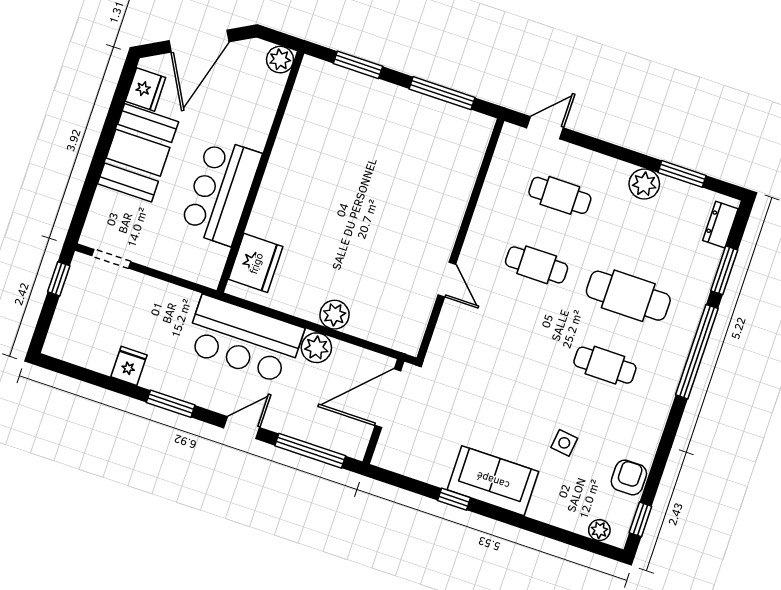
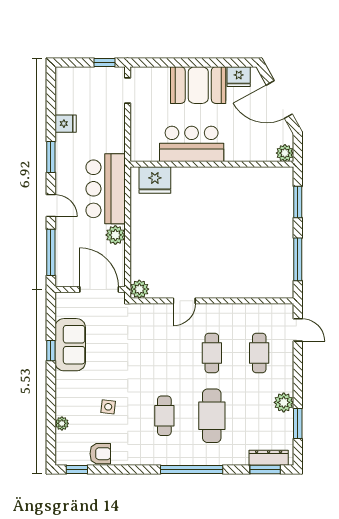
dresser: (720, 225) -> (269, 458), width x1.44
window: (724, 270) -> (265, 469), moved
plant: (334, 315) -> (139, 289), moved
sofa: (493, 481) -> (70, 345), moved
plant: (599, 530) -> (62, 423), moved

